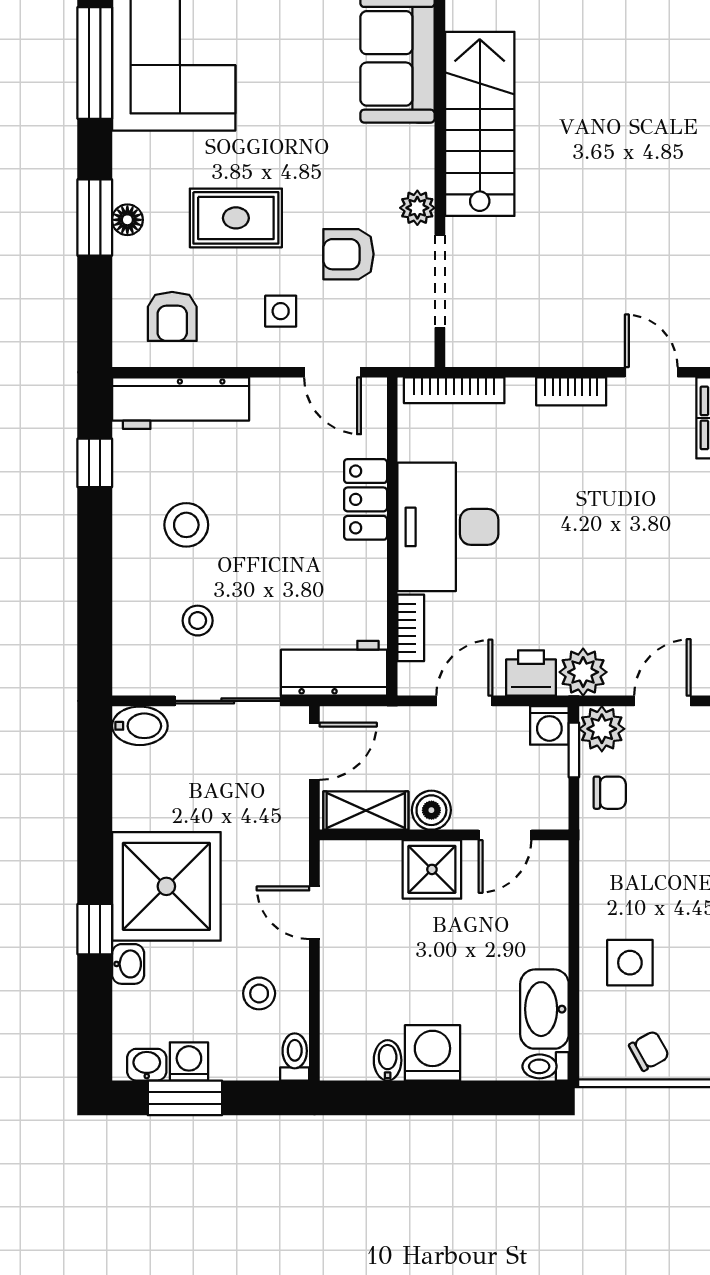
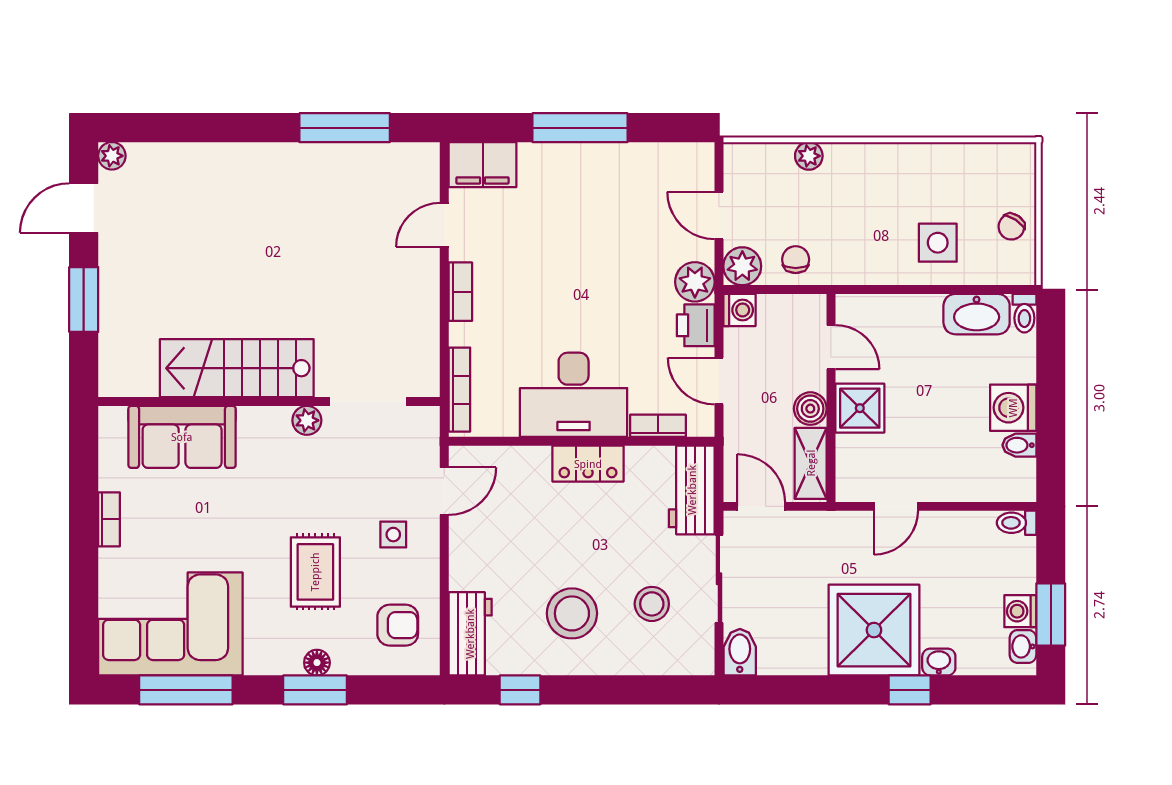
armchair: (348, 254) -> (346, 478), removed
workbench: (181, 403) -> (470, 634), width x0.73
locker: (366, 499) -> (588, 464), moved
stool: (186, 525) -> (572, 613), width x1.38, depth x1.38
stool: (198, 621) -> (652, 604), width x1.37, depth x1.37
window: (574, 750) -> (760, 290), removed
stool: (259, 993) -> (963, 553), removed
chair: (649, 1051) -> (1011, 227), turned -117

